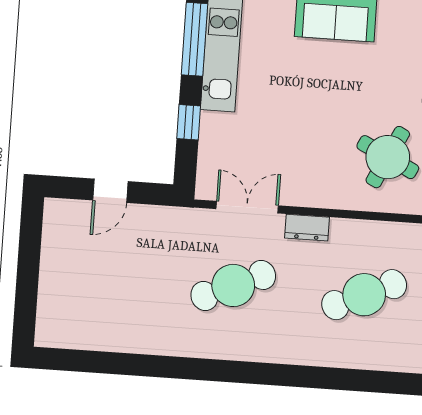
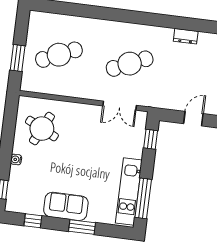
window: (189, 122) -> (151, 139), moved
dresser: (307, 228) -> (186, 36), moved, turned 180

